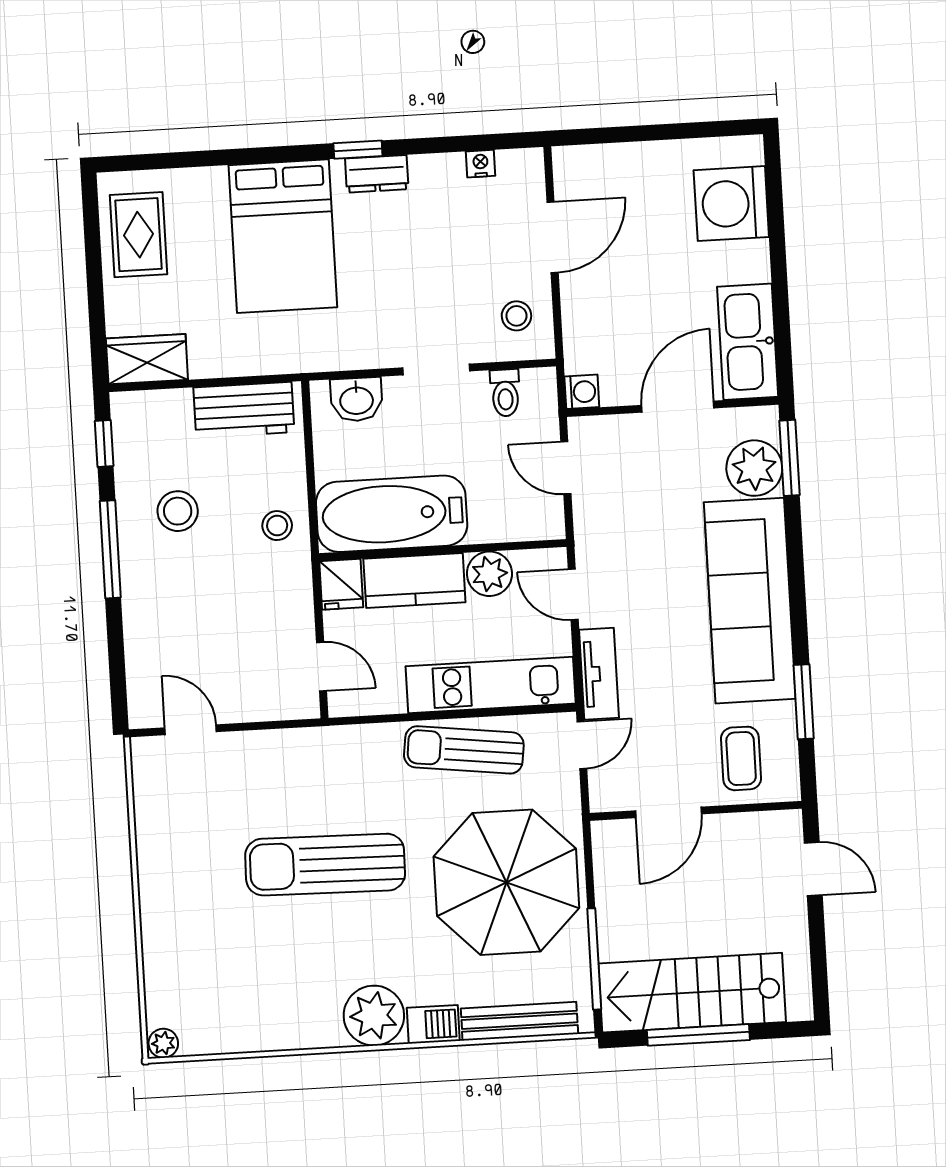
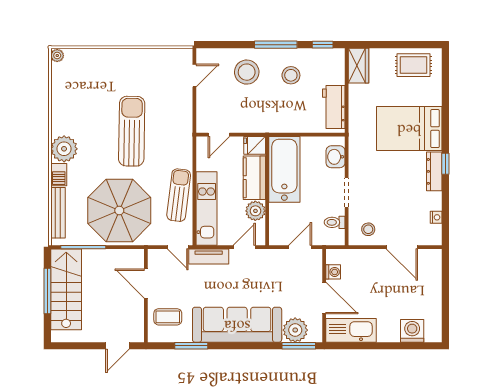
dresser: (377, 174) -> (434, 171), width x1.44
washing machine: (731, 204) -> (412, 331), width x0.73, depth x0.73
washing machine: (582, 392) -> (333, 272), moved, turned -90
stool: (277, 526) -> (247, 72), moved, width x1.89, depth x1.89

